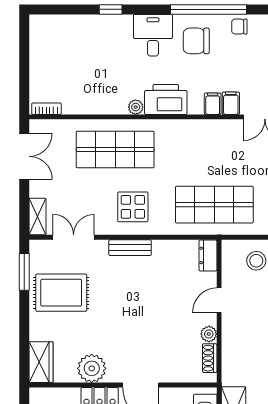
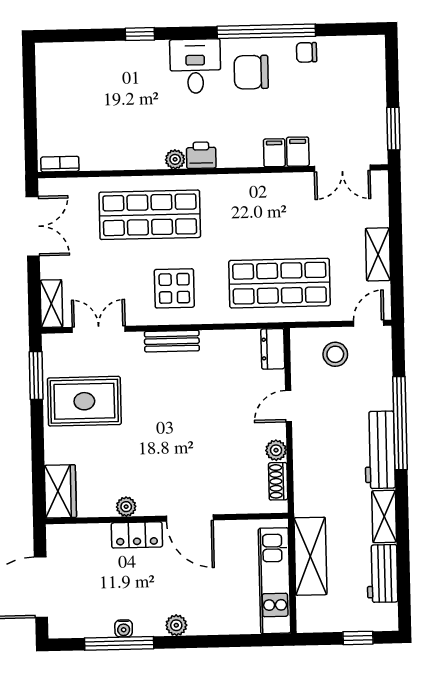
printer: (166, 99) -> (201, 155), width x0.53, depth x0.68
plant: (92, 368) -> (126, 507), width x0.53, depth x0.53

